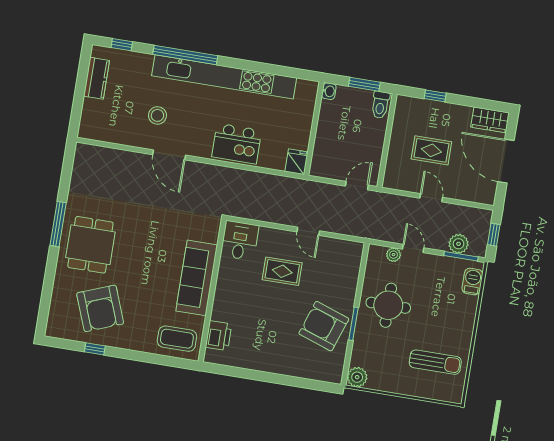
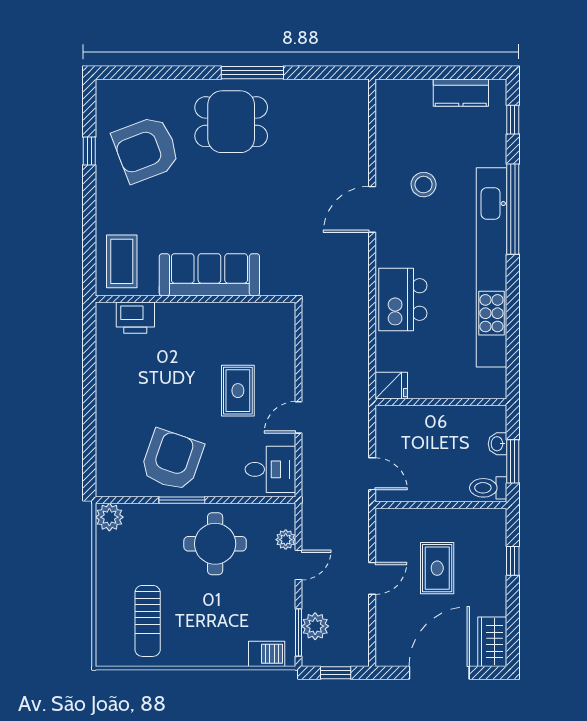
washbasin: (329, 91) -> (497, 444), moved, turned 90
desk: (240, 241) -> (270, 469), moved

